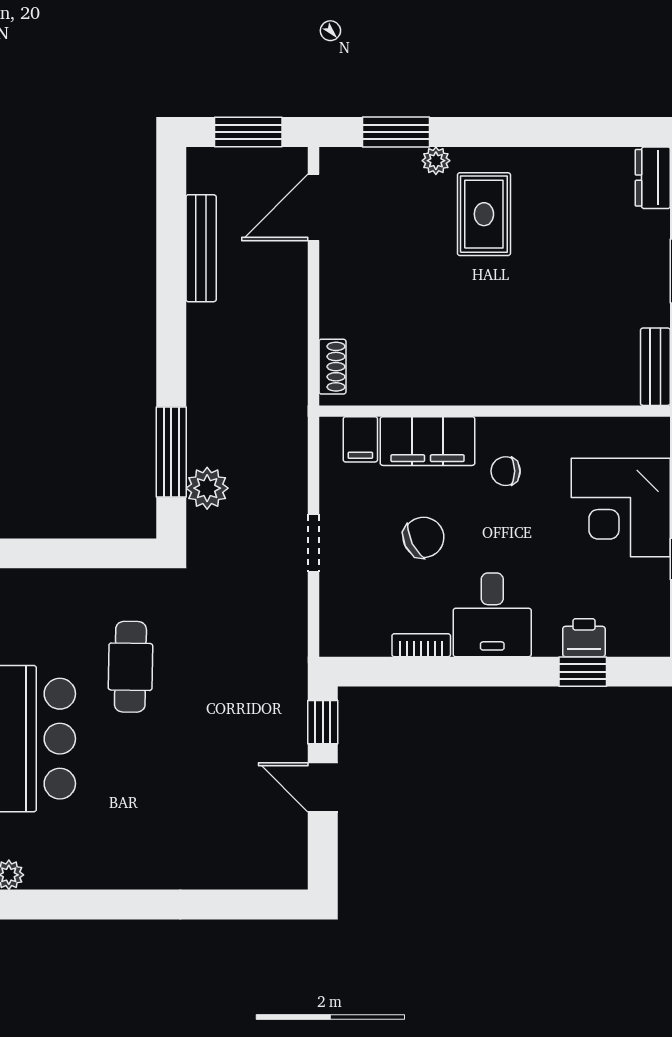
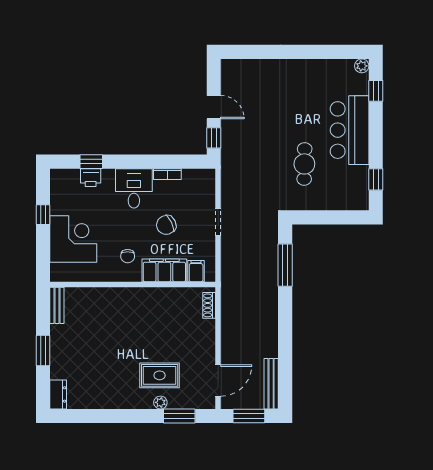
rug: (484, 214) -> (160, 375), moved, turned 90
bench: (201, 248) -> (271, 384), moved
chair: (506, 471) -> (128, 256), turned 90
plant: (207, 488) -> (268, 248), removed

